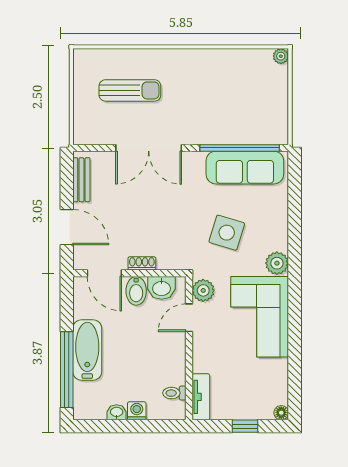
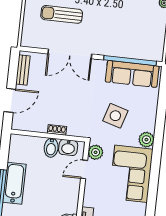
sun lounger: (130, 90) -> (62, 14), turned 180
door: (67, 227) -> (10, 100), hinge flipped
door: (104, 273) -> (31, 134), removed

